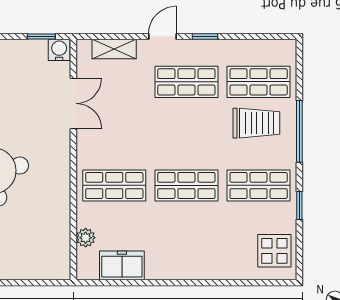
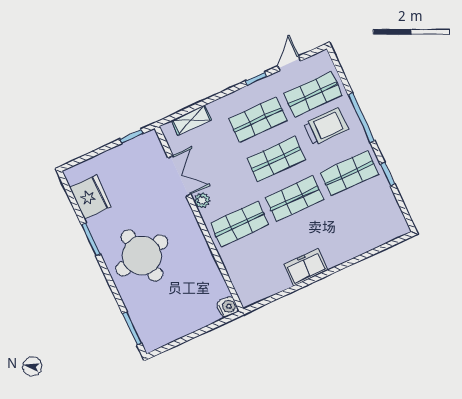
door: (163, 36) -> (289, 63), moved
water cooler: (59, 50) -> (228, 307), moved, turned 90
shop shelf: (186, 134) -> (276, 159), added
plant: (86, 238) -> (202, 200), moved
display table: (274, 251) -> (384, 217), removed
freezer: (122, 265) -> (306, 267), moved

